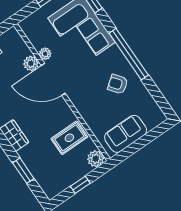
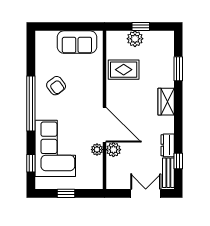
plant: (96, 159) -> (135, 39), moved

